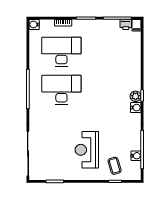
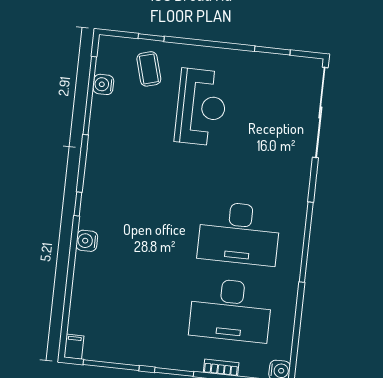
printer: (126, 25) -> (95, 351), removed
plant: (136, 96) -> (91, 204), removed
water cooler: (136, 108) -> (87, 241), moved

